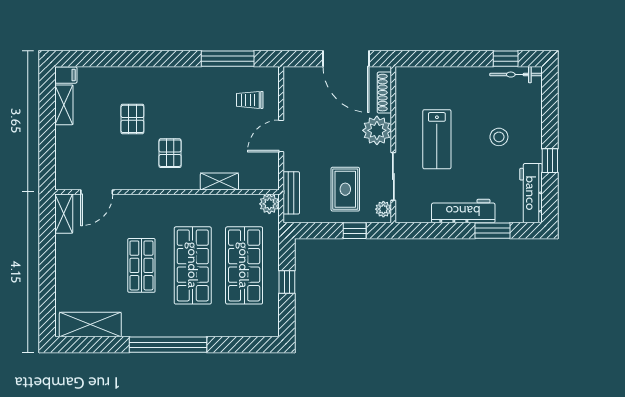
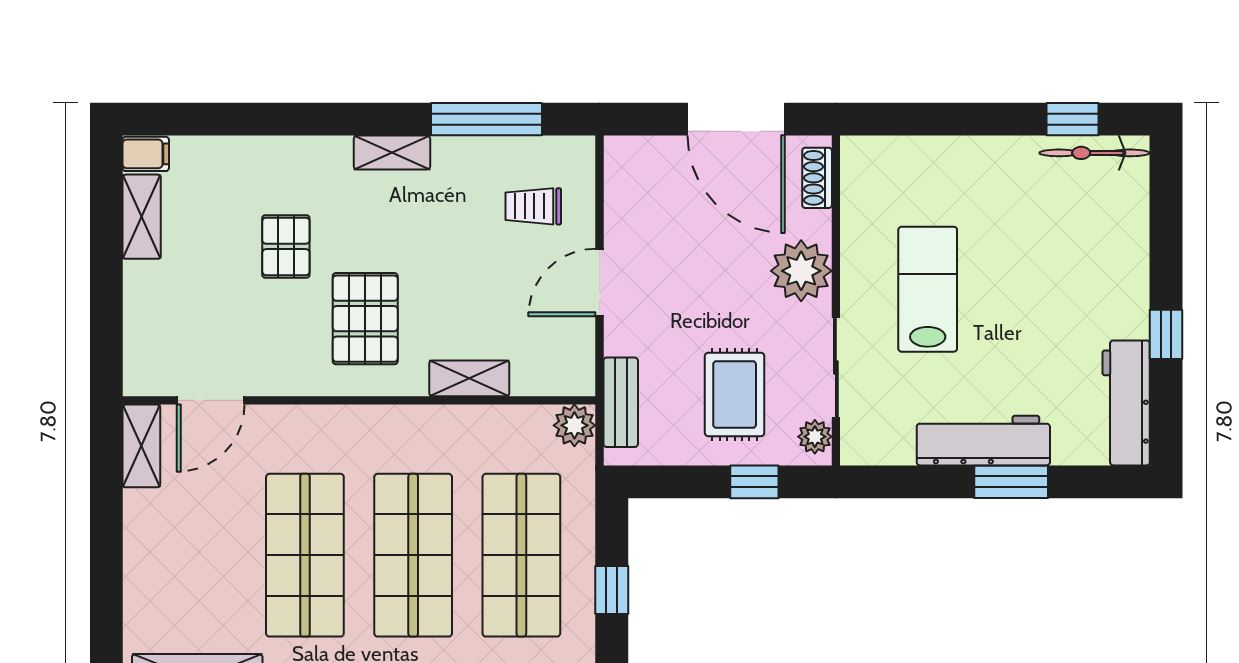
shelving: (183, 74) -> (392, 153), added
shoe rack: (384, 93) -> (817, 178), width x0.70
stool: (499, 137) -> (1058, 284), removed
lab bench: (437, 139) -> (928, 289), turned 180
pallet: (170, 153) -> (365, 319), width x1.50, depth x1.42
window: (493, 231) -> (1011, 482), moved
shop shelf: (141, 265) -> (305, 555), width x1.43, depth x1.36

